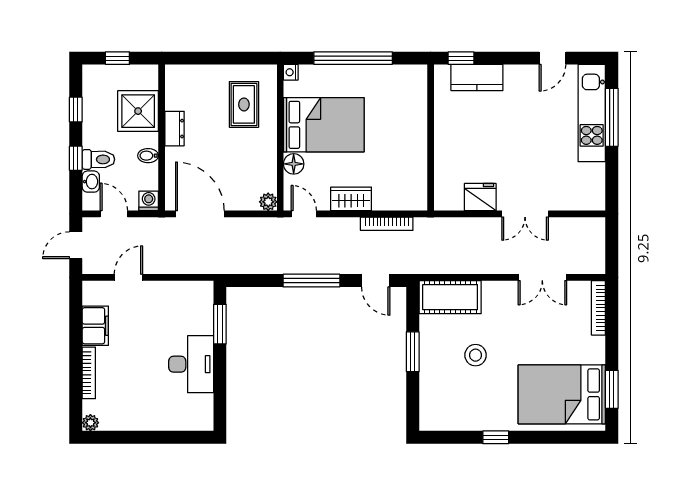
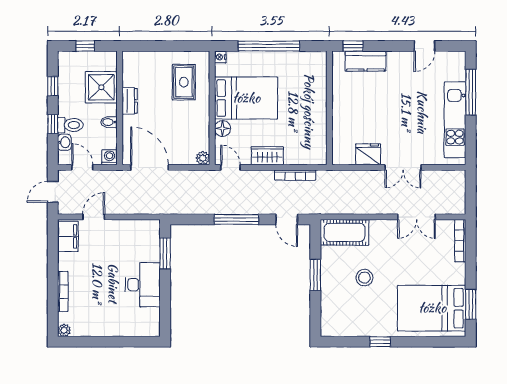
kitchen unit: (592, 113) -> (455, 120), moved
filing cabinet: (95, 326) -> (68, 236), moved

